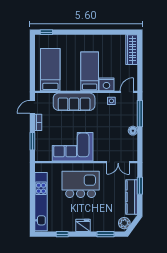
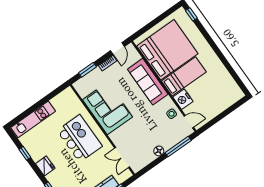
wardrobe: (132, 50) -> (229, 100), removed
bed: (50, 70) -> (167, 50), width x2.04
door: (32, 107) -> (117, 49), swing flipped
kitchen unit: (41, 202) -> (33, 119), width x0.73

